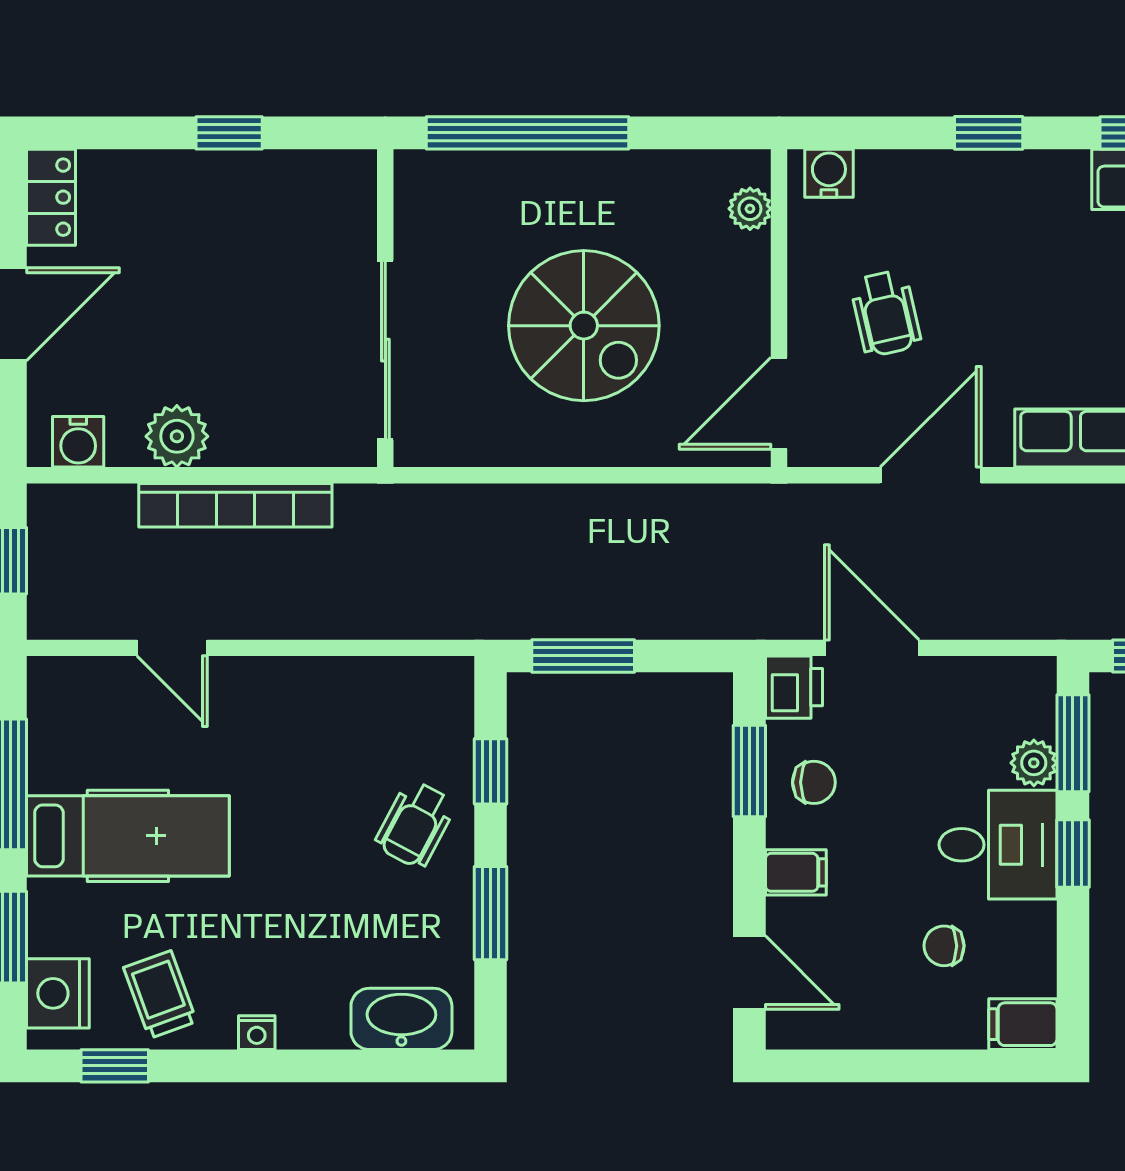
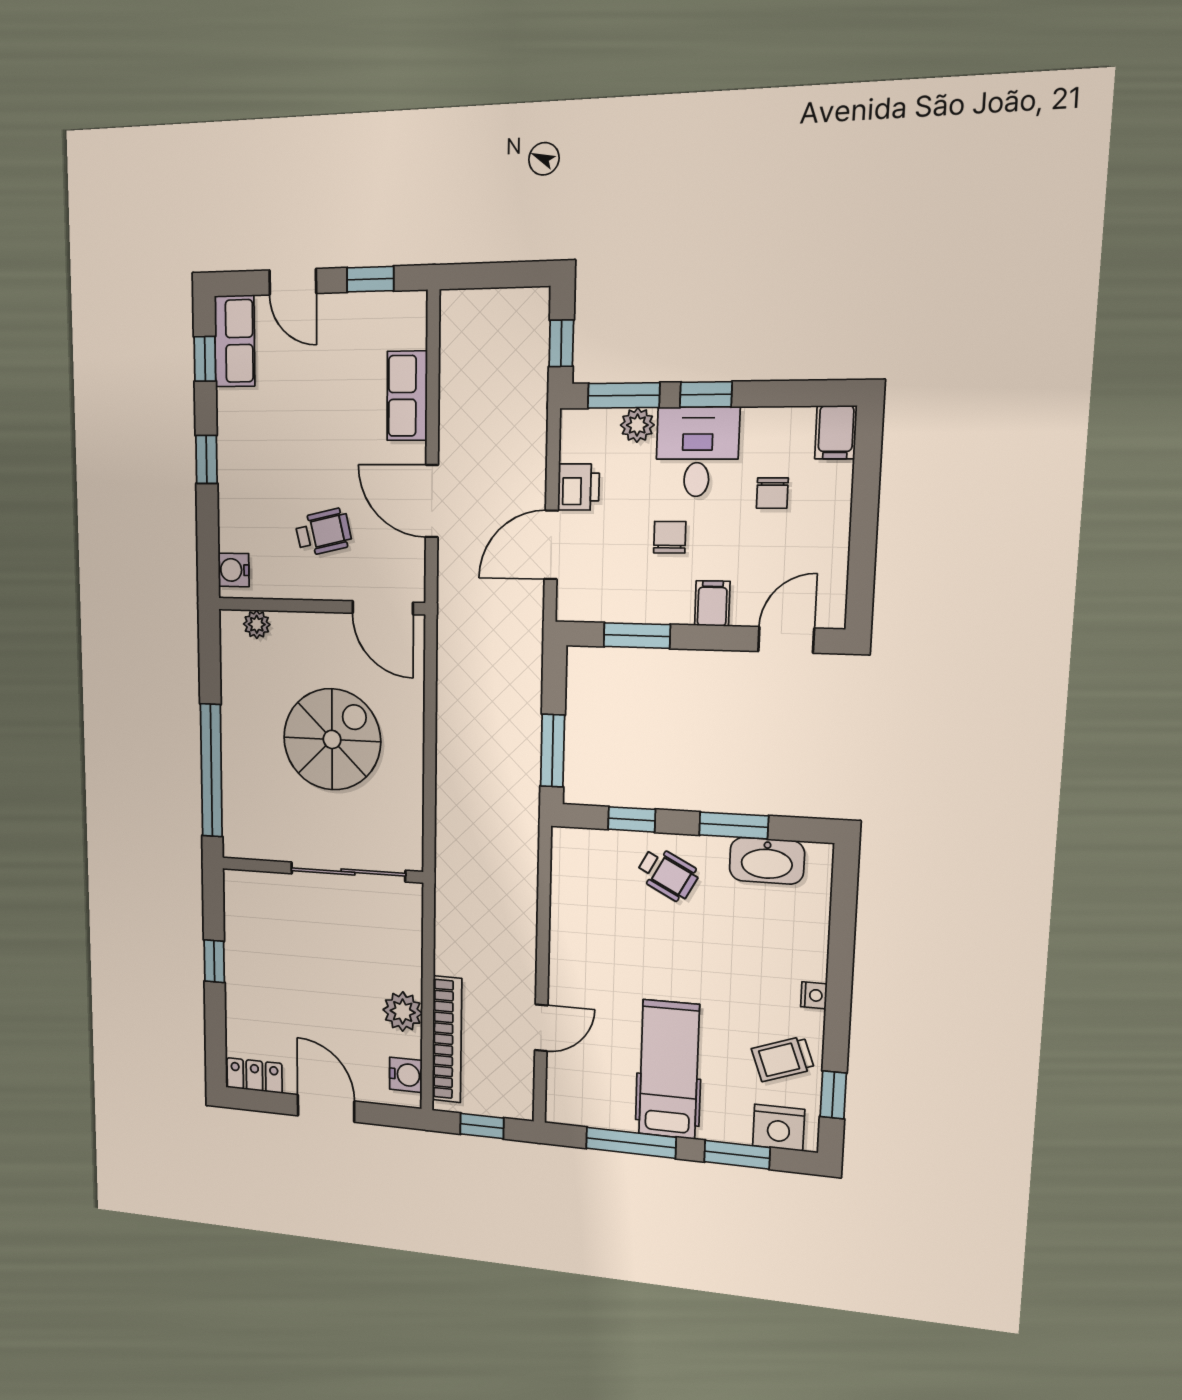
bookcase: (235, 505) -> (447, 1039), moved
printer: (794, 687) -> (578, 487), moved, turned 90
chair: (814, 782) -> (670, 537), moved
washbasin: (401, 1019) -> (767, 861), moved, turned -90

